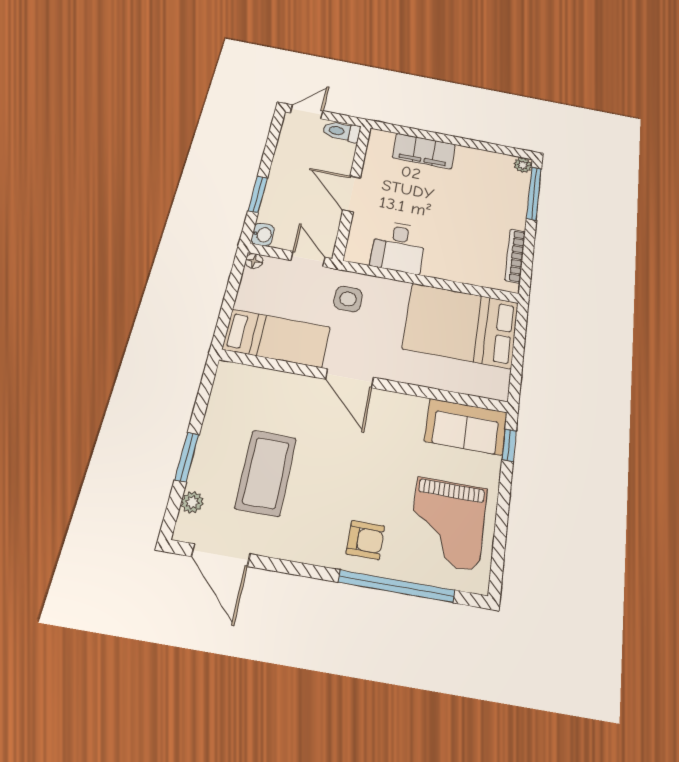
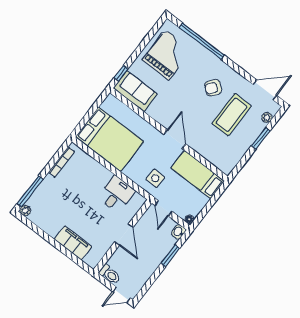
armchair: (365, 540) -> (213, 88), moved, turned -52
door: (221, 555) -> (265, 90), hinge flipped

